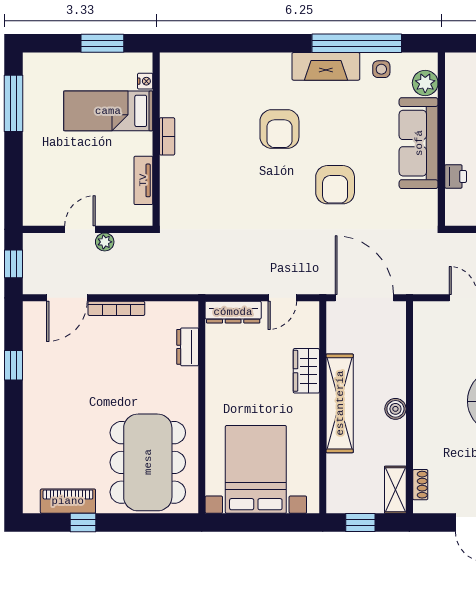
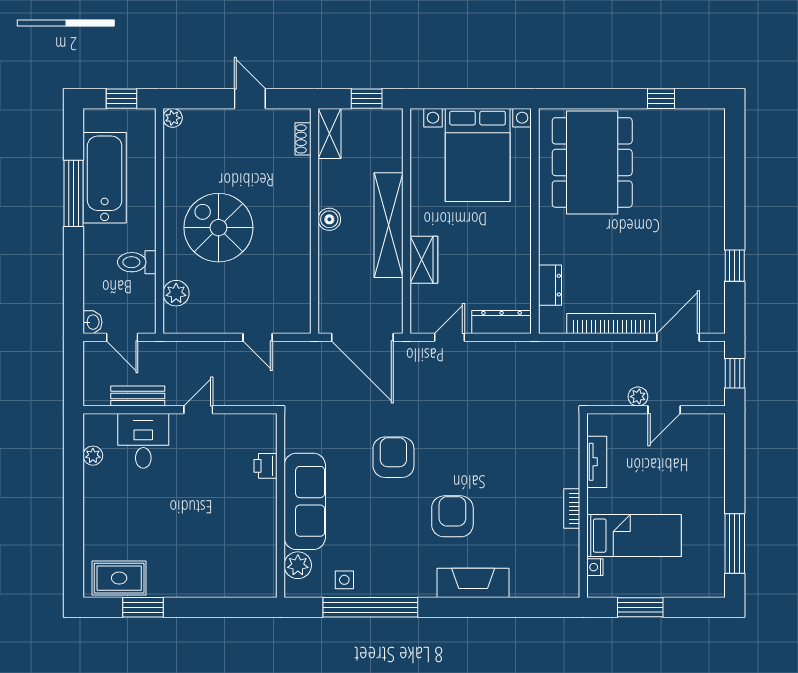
fireplace: (326, 66) -> (473, 583), moved
bookcase: (116, 308) -> (611, 324), width x1.48, depth x1.31
piano: (68, 501) -> (677, 121), removed

